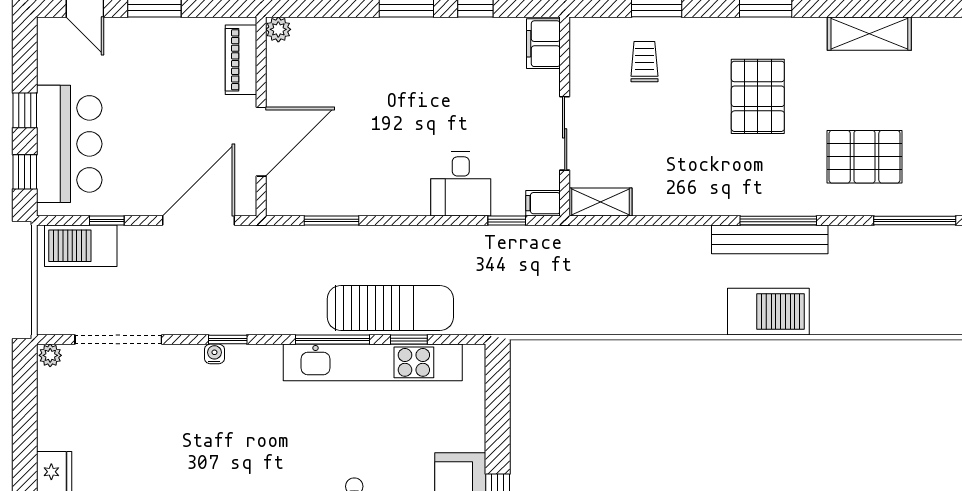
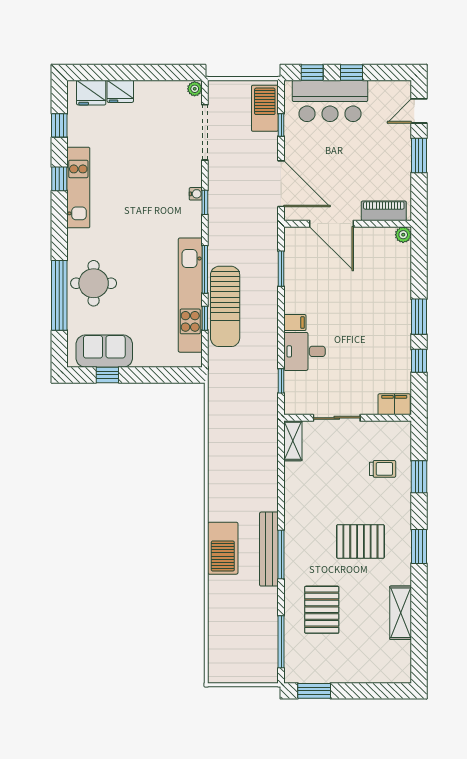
filing cabinet: (543, 203) -> (295, 323), moved, turned 90

